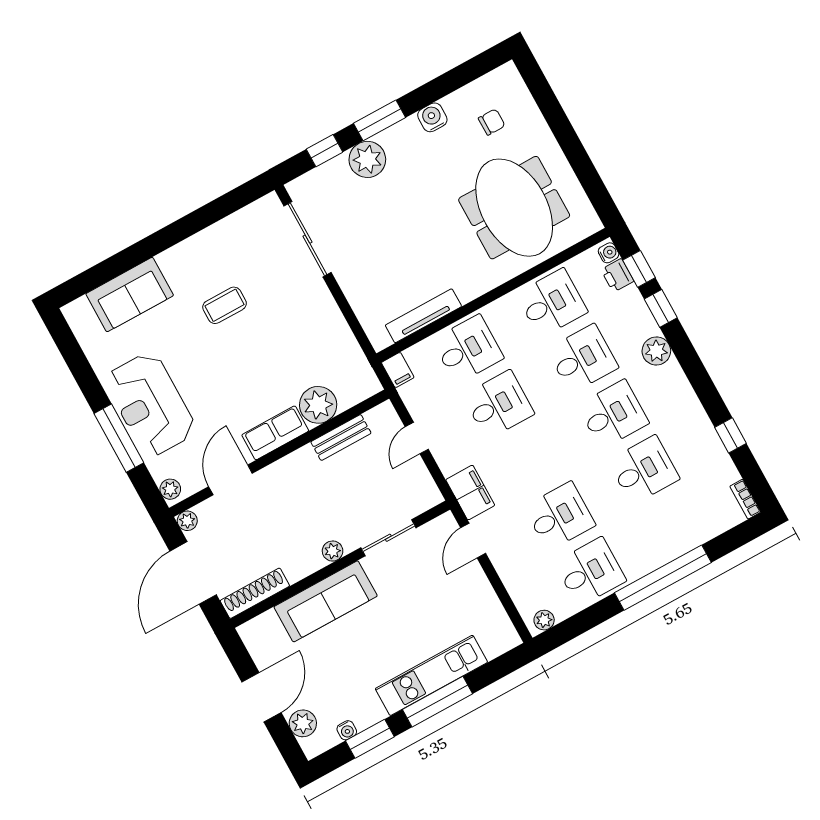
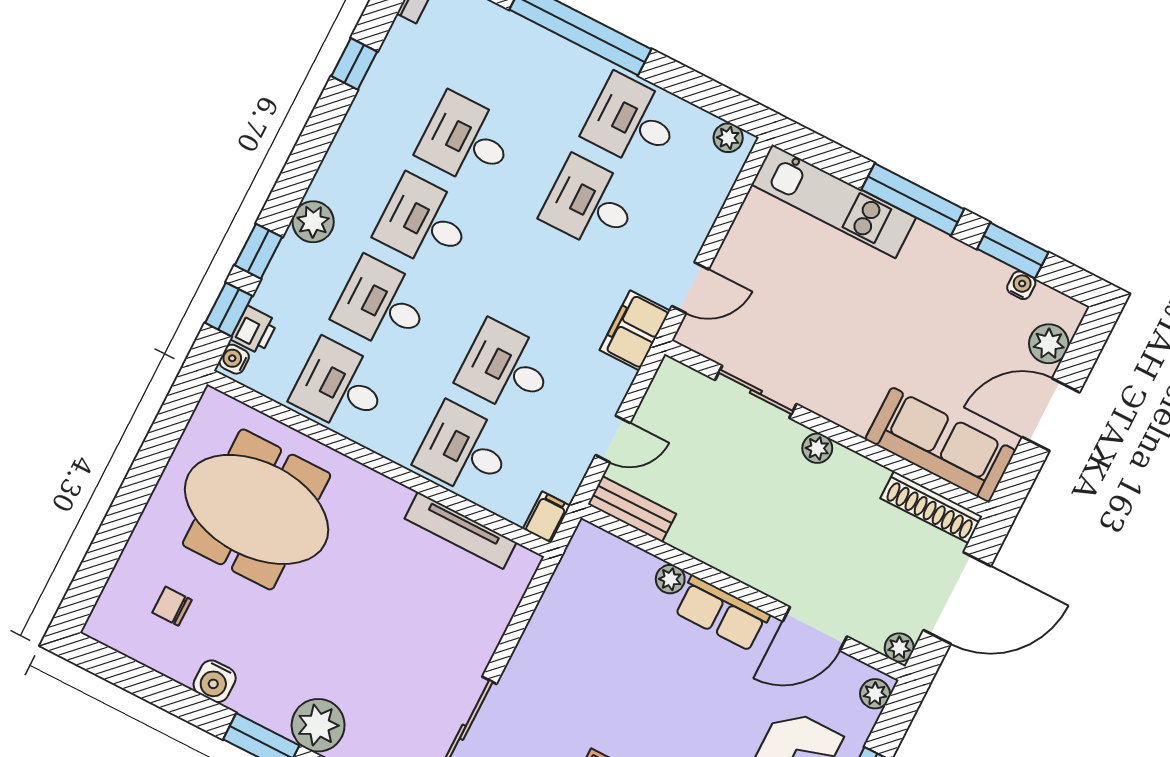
meeting table: (514, 208) -> (257, 509), turned 90
plant: (318, 405) -> (670, 579), width x0.53, depth x0.53
bench: (341, 438) -> (632, 509), moved
sofa: (326, 601) -> (940, 445), moved
kitchen unit: (431, 675) -> (834, 201), moved

